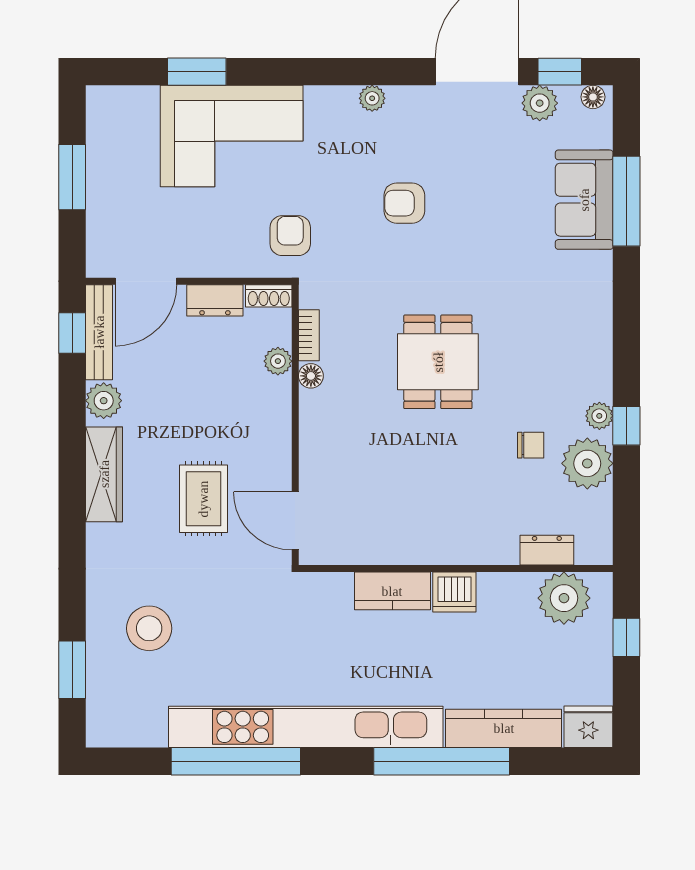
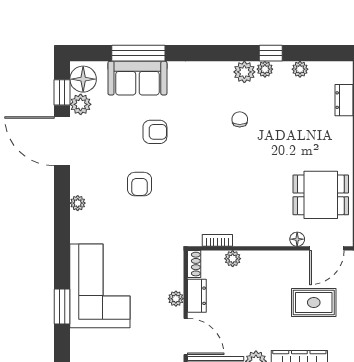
floor lamp: (593, 97) -> (83, 79), width x1.89, depth x1.89
armchair: (290, 236) -> (155, 132), moved, turned 180
plant: (210, 265) -> (176, 299), added
dining table: (438, 362) -> (321, 195), moved
floor lamp: (311, 376) -> (297, 239), moved
plant: (595, 381) -> (244, 72), added
chair: (531, 445) -> (240, 119), moved
plant: (587, 463) -> (300, 69), width x0.53, depth x0.53

